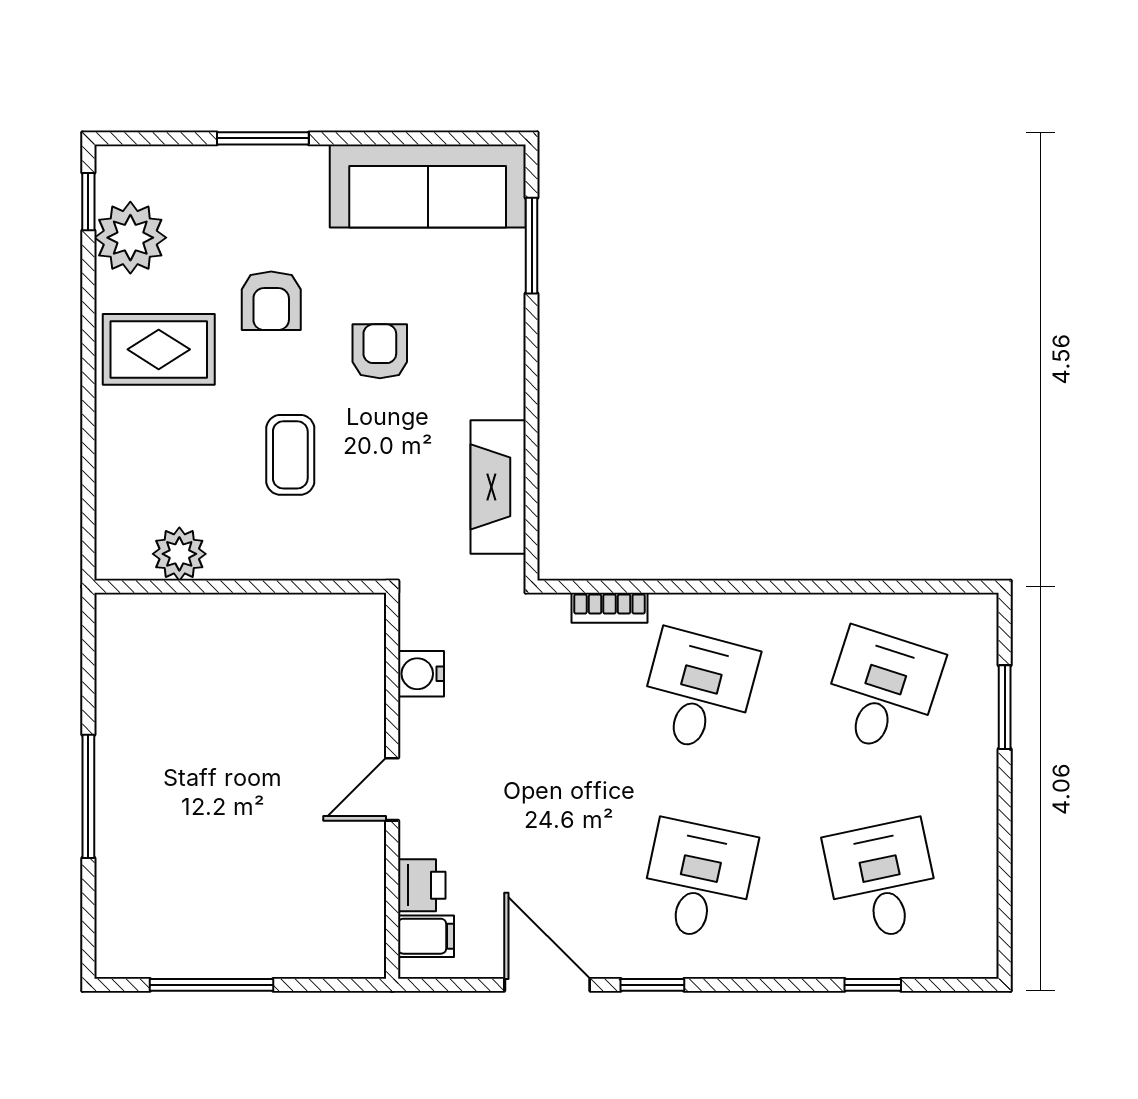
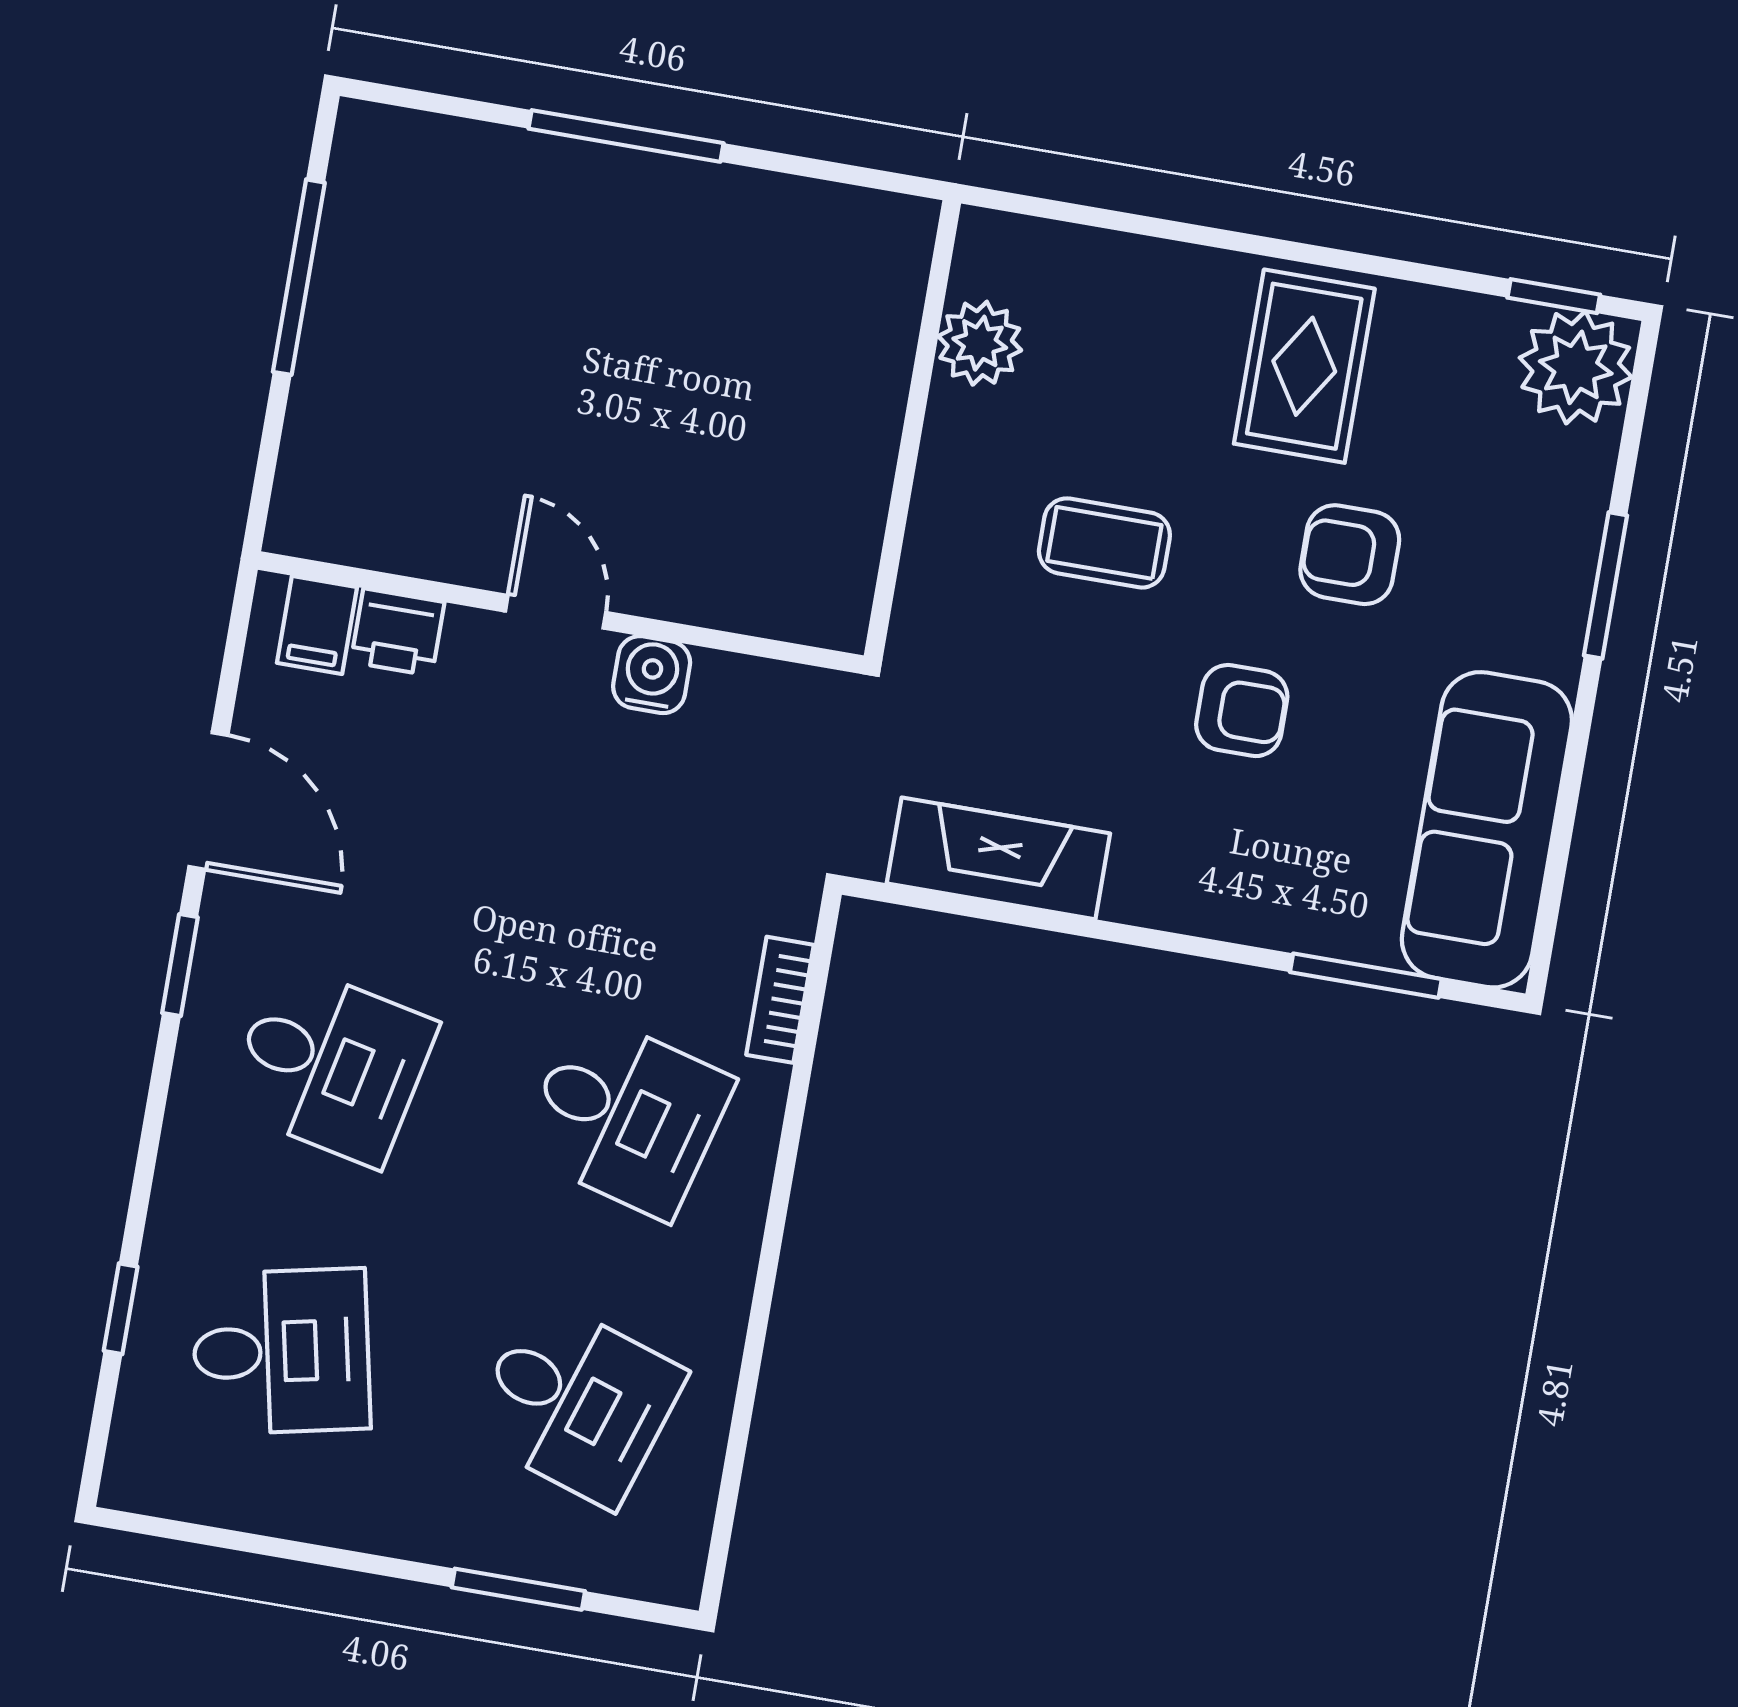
plant: (130, 238) -> (1576, 367), moved
water cooler: (421, 674) -> (652, 675), moved
door: (547, 985) -> (208, 801), hinge flipped

